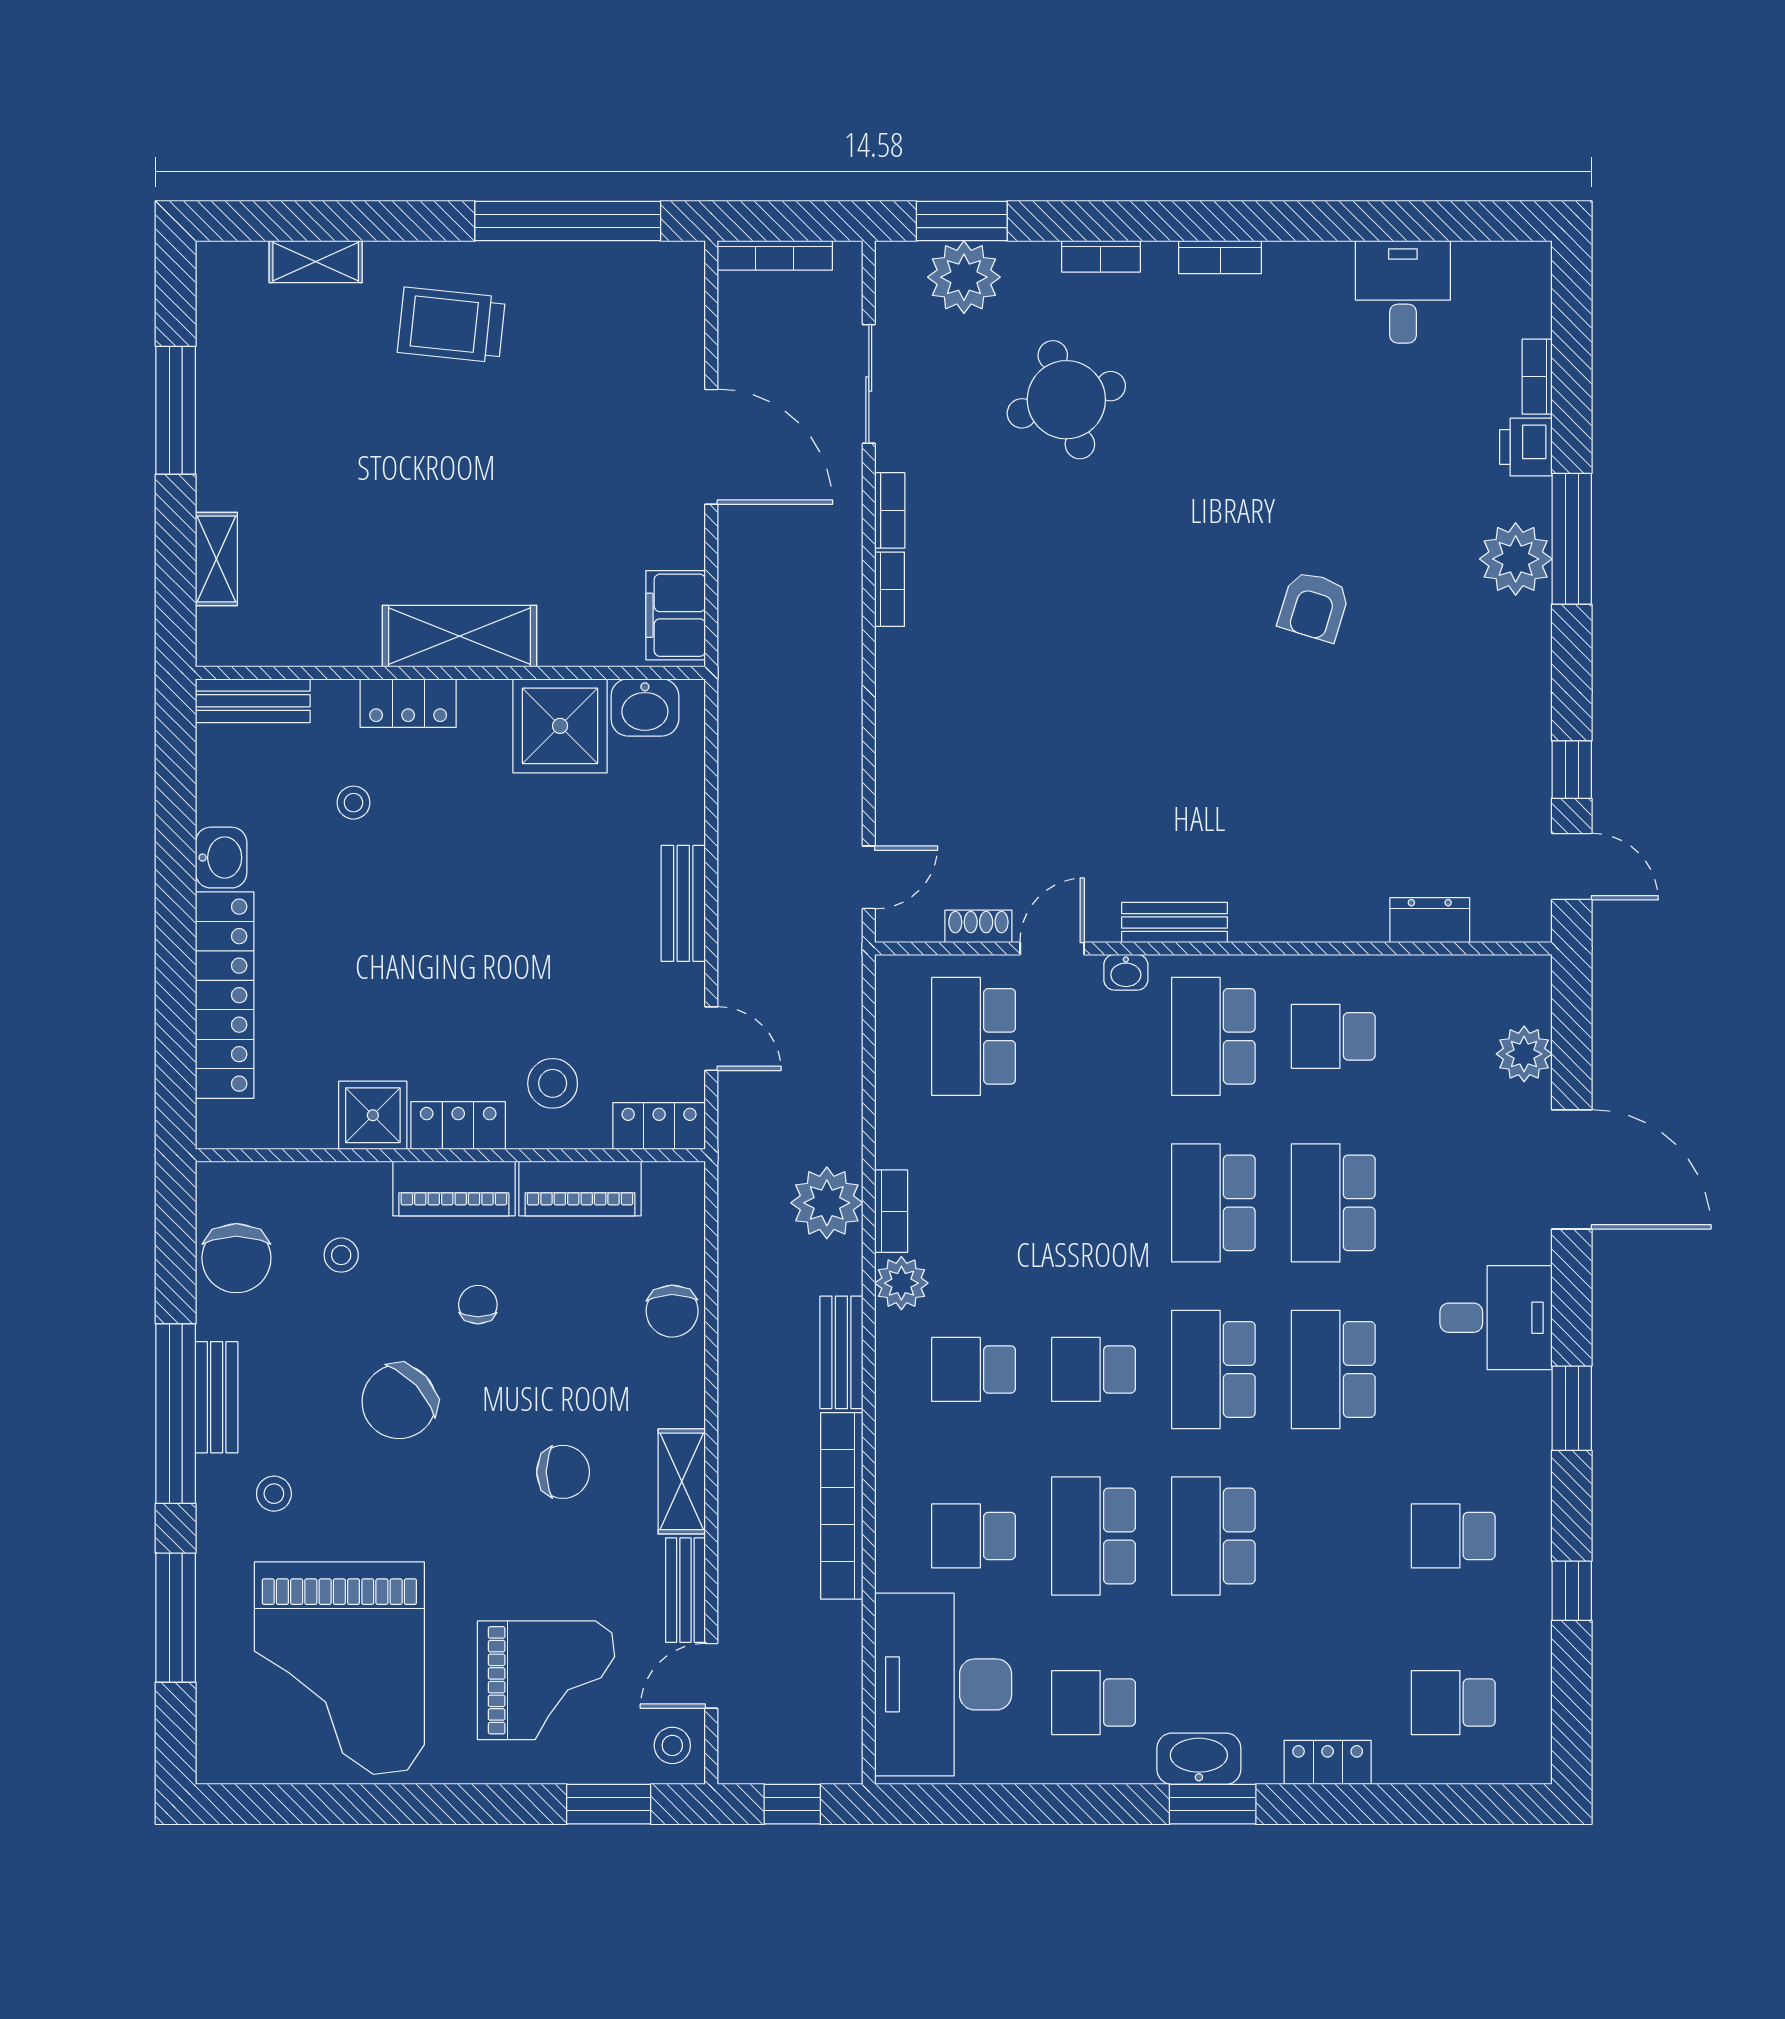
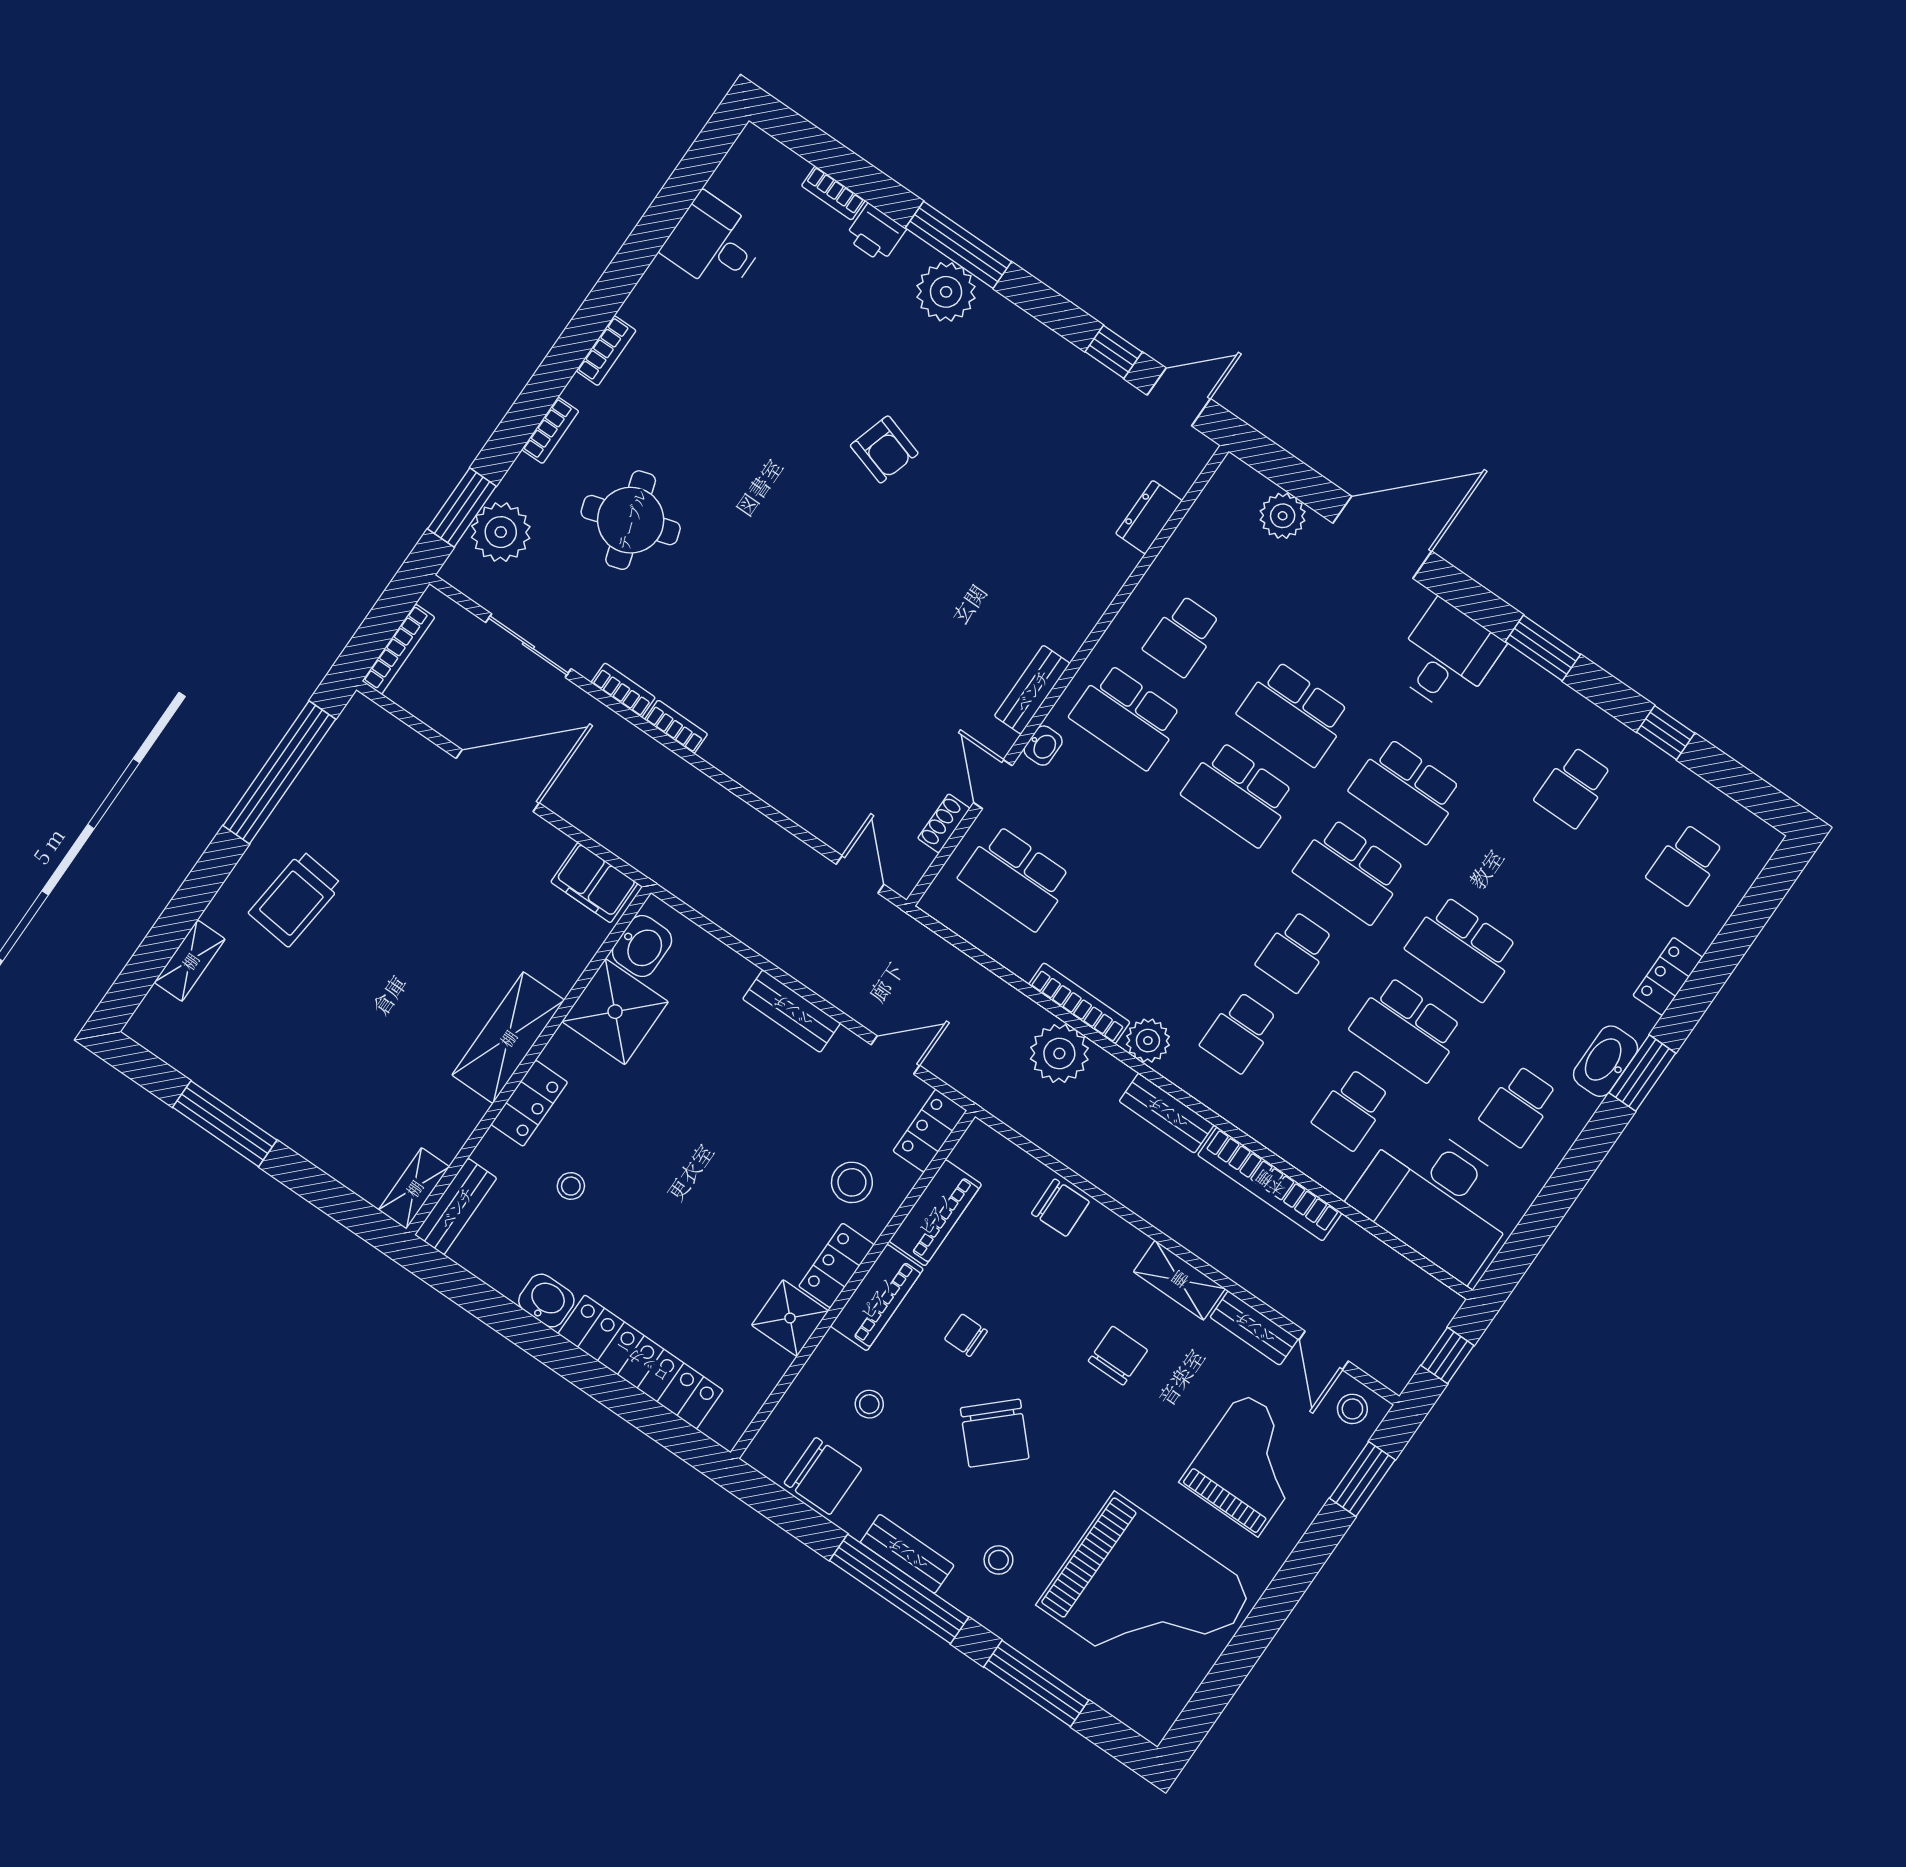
shelving: (216, 559) -> (414, 1188), moved, turned 90
bookcase: (891, 1211) -> (1079, 1003), width x1.56

